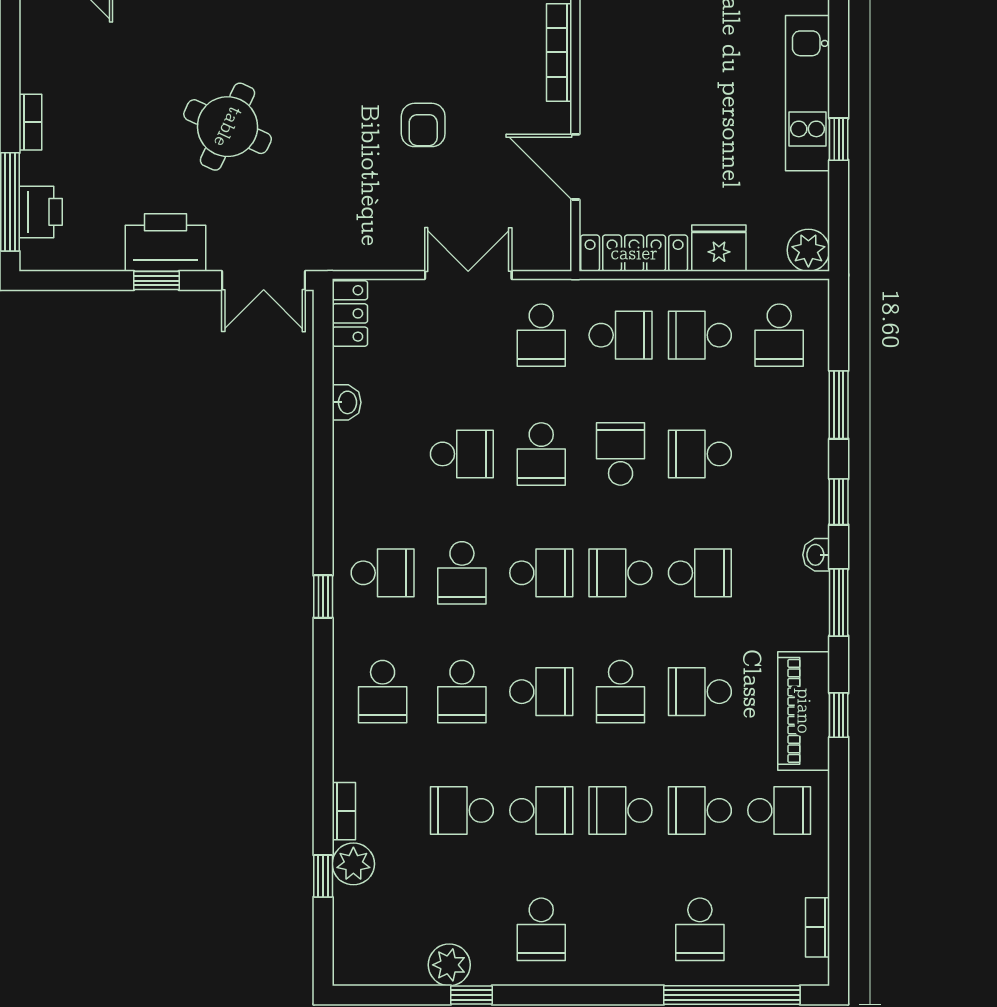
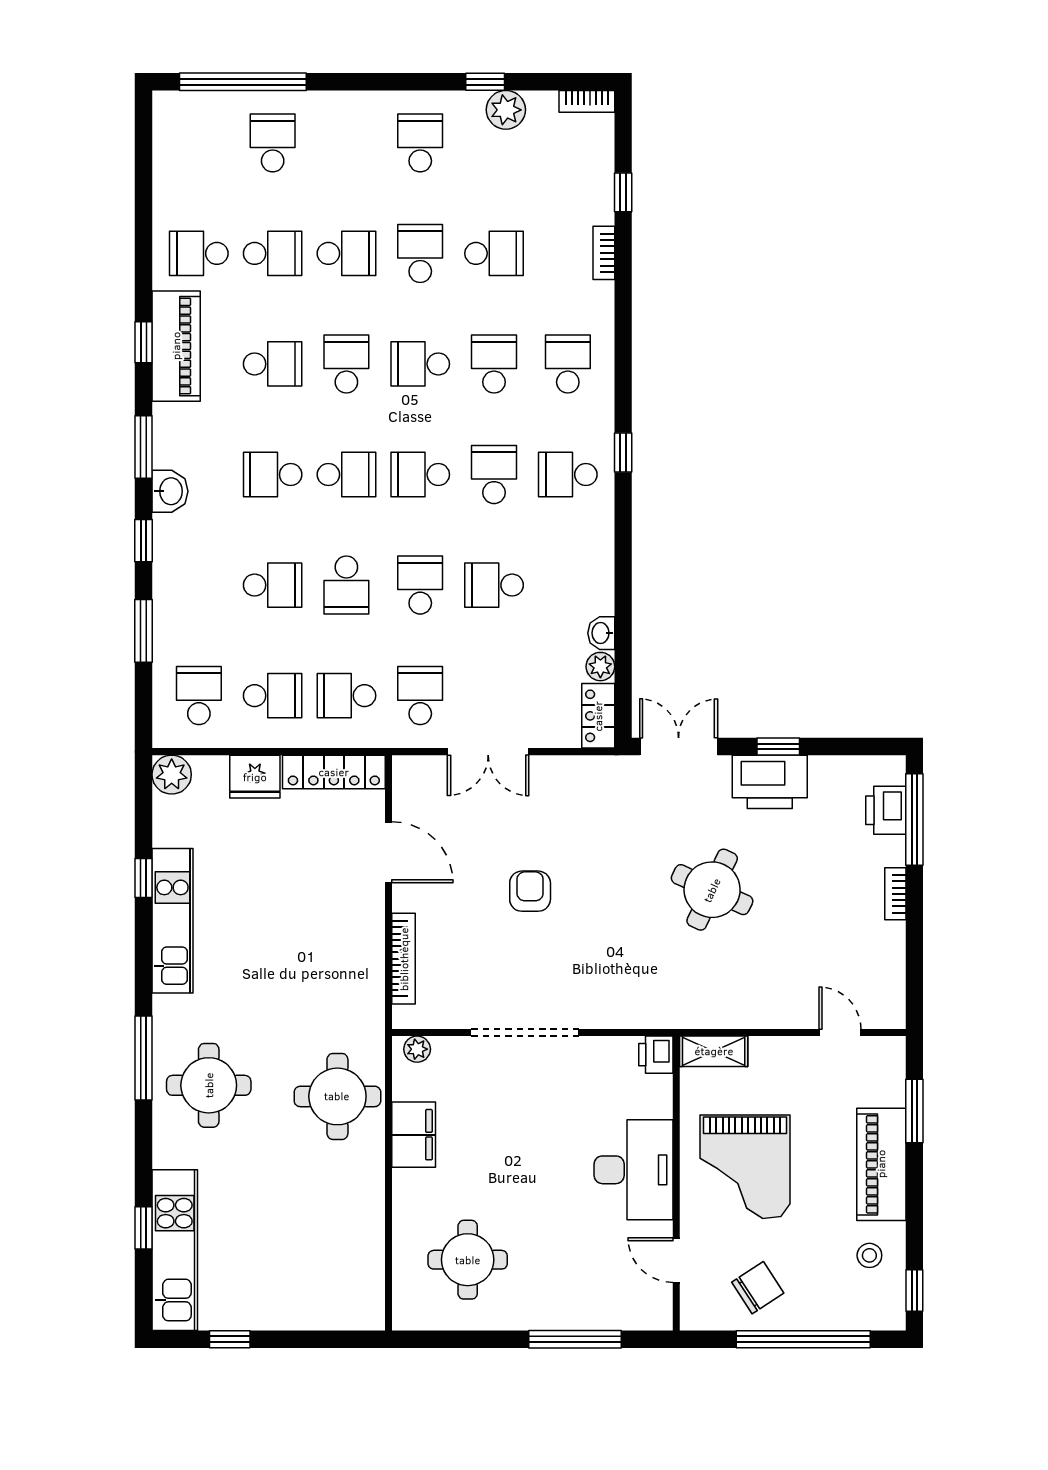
washbasin: (816, 555) -> (170, 491), width x1.38, depth x1.45
school desk: (541, 810) -> (420, 253), turned 90
plant: (353, 864) -> (600, 667), moved, width x0.73, depth x0.73
bookcase: (818, 927) -> (587, 101), moved, turned 90

